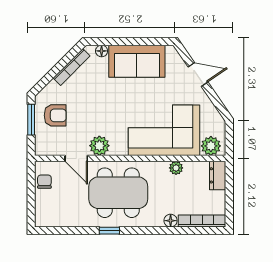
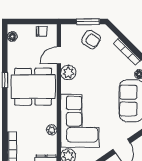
armchair: (55, 115) -> (91, 39), turned -59
dining table: (118, 193) -> (33, 87), turned 90
floor lamp: (171, 221) -> (12, 37), moved

